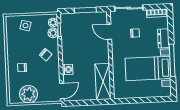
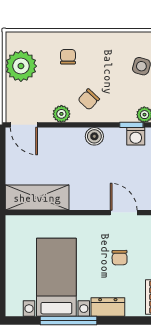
door: (109, 32) -> (124, 213), hinge flipped
plant: (53, 33) -> (61, 114), moved
boiler: (67, 51) -> (94, 136), added
washing machine: (67, 69) -> (136, 136), moved

